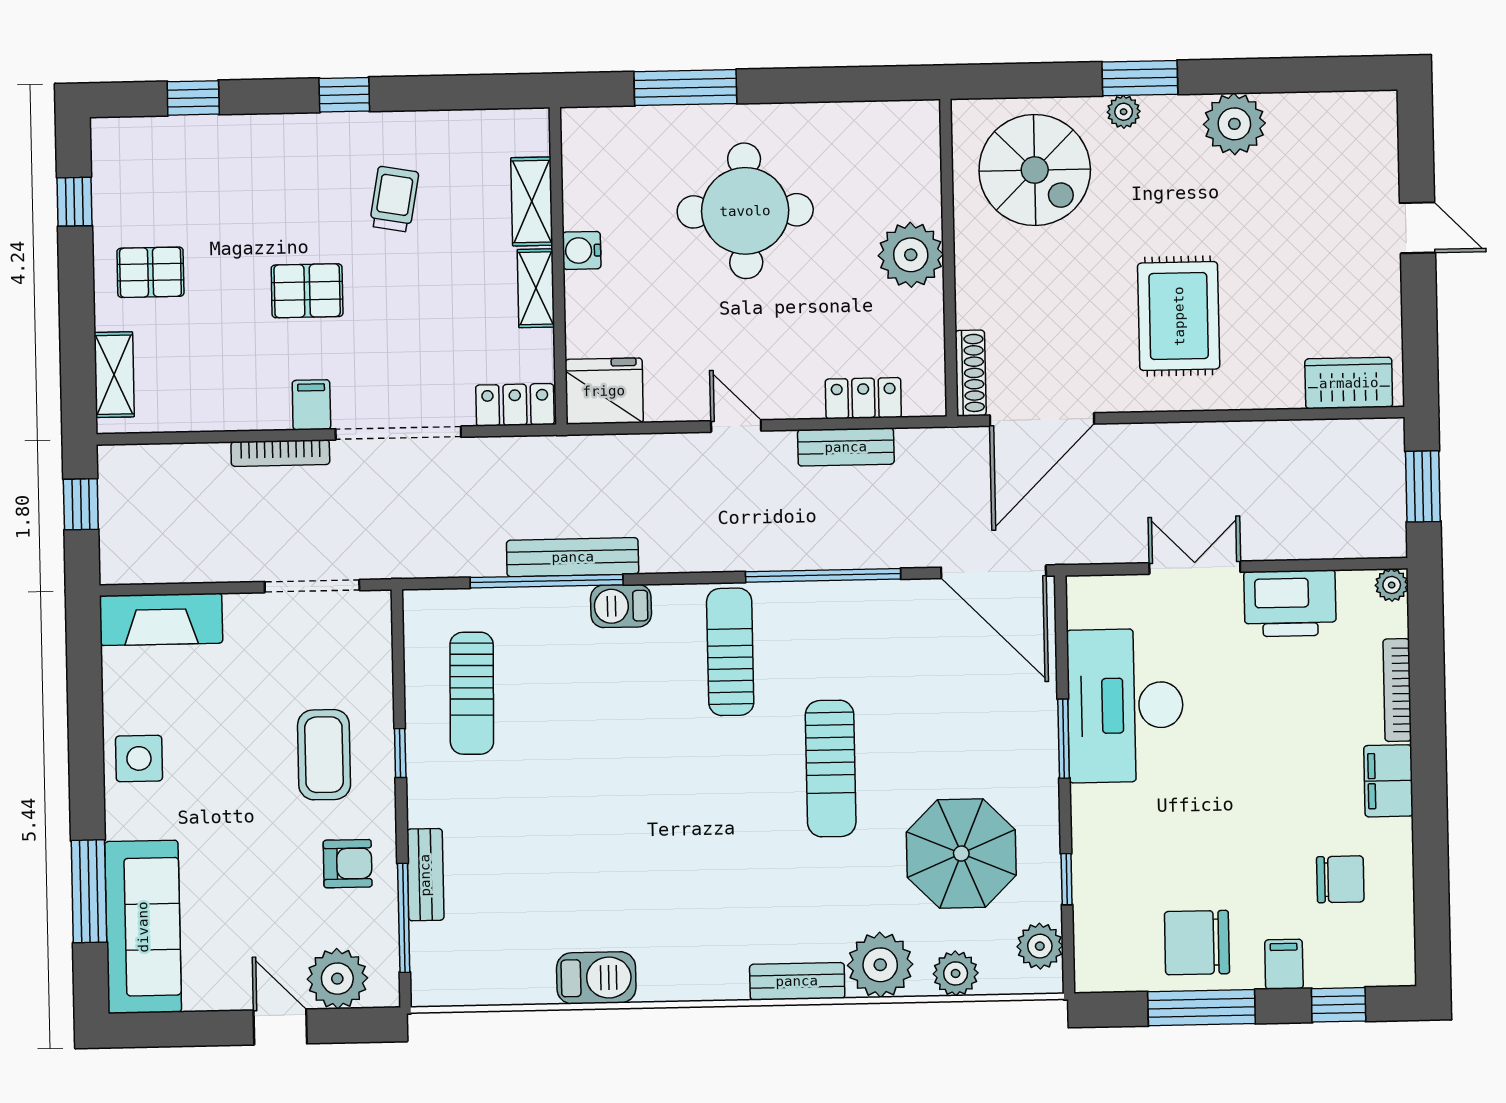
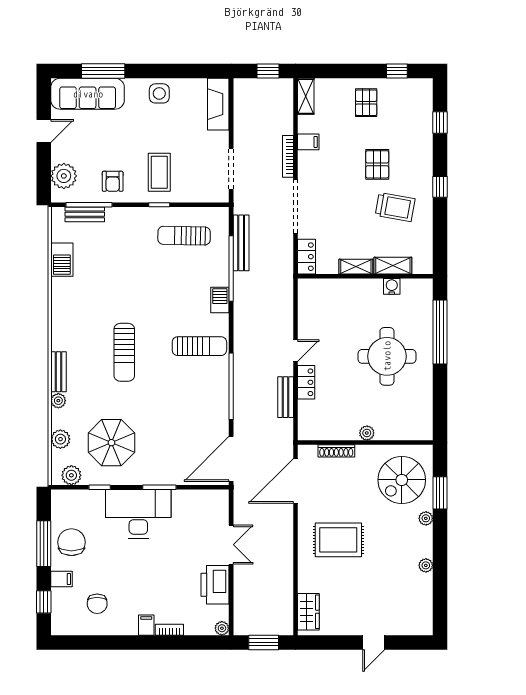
window: (1140, 78) -> (440, 493), moved
window: (685, 88) -> (440, 332), width x1.46
plant: (1234, 124) -> (426, 565), width x0.53, depth x0.53
trolley: (394, 199) -> (395, 207), width x1.36, depth x1.39
water cooler: (582, 250) -> (392, 286), moved
plant: (911, 255) -> (367, 433), width x0.53, depth x0.53
pallet: (307, 291) -> (377, 164), moved
shoe rack: (971, 373) -> (336, 451), moved
shelving: (114, 375) -> (306, 96), moved, turned 90
fridge: (604, 391) -> (312, 295), removed
locker: (863, 398) -> (306, 382), moved
filing cabinet: (311, 405) -> (308, 142), moved
door: (1042, 420) -> (295, 481), hinge flipped
bench: (573, 557) -> (241, 243), moved
bookcase: (1397, 690) -> (169, 630), width x0.64
desk: (1125, 705) -> (138, 514), moved
coffee table: (324, 755) -> (159, 172), turned 90
sun lounger: (831, 768) -> (124, 352), moved, turned -90
filing cabinet: (1388, 781) -> (146, 625), width x0.50
bench: (425, 875) -> (85, 214), moved
plant: (880, 965) -> (58, 401), width x0.53, depth x0.53
barbecue: (596, 978) -> (62, 260), moved
door: (280, 1027) -> (44, 131), moved

